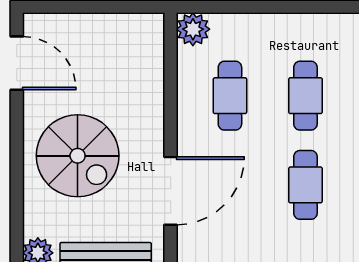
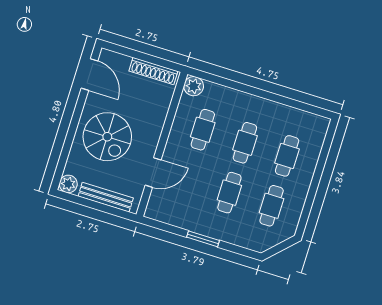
shoe rack: (119, 25) -> (153, 71), added
door: (171, 191) -> (153, 172), width x0.73

